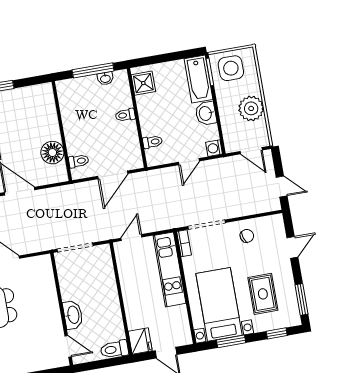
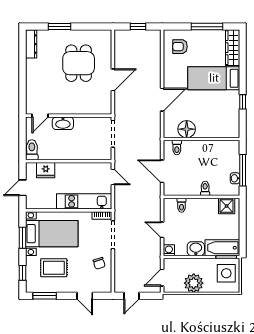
fridge: (140, 341) -> (46, 170), moved

